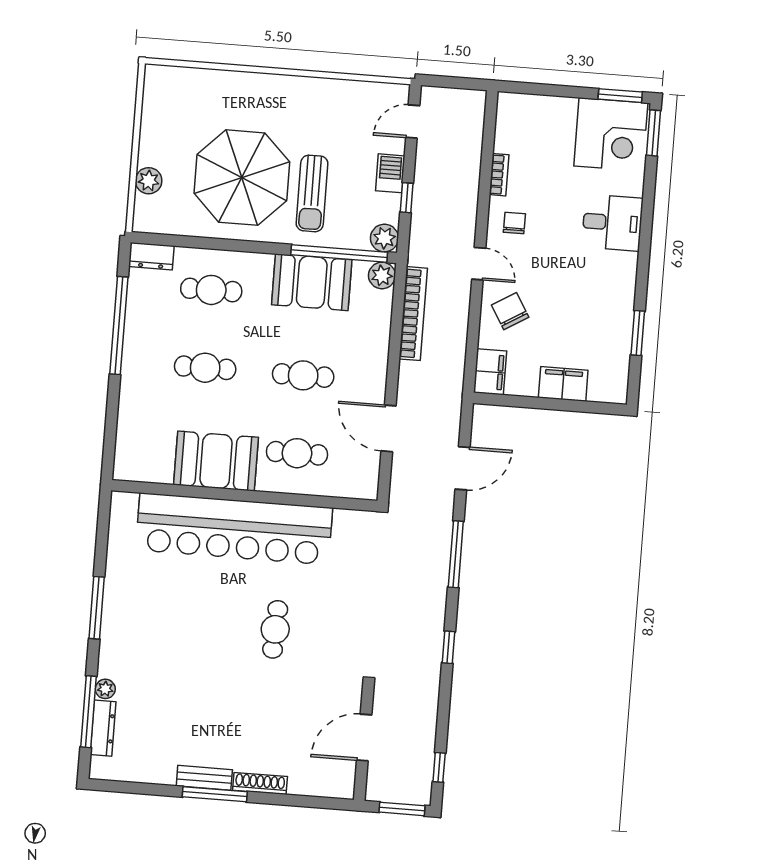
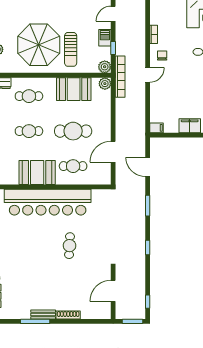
window: (339, 254) -> (85, 75), removed
door: (479, 264) -> (148, 75), hinge flipped
chair: (510, 311) -> (163, 95), removed
bookcase: (413, 314) -> (120, 77), moved
filing cabinet: (490, 372) -> (157, 128), width x0.50
cafe table: (303, 375) -> (73, 131), width x1.37, depth x1.35
door: (389, 428) -> (113, 152), hinge flipped
door: (463, 468) -> (148, 167), swing flipped
window: (456, 554) -> (148, 206), width x0.69
window: (215, 794) -> (35, 321), moved

